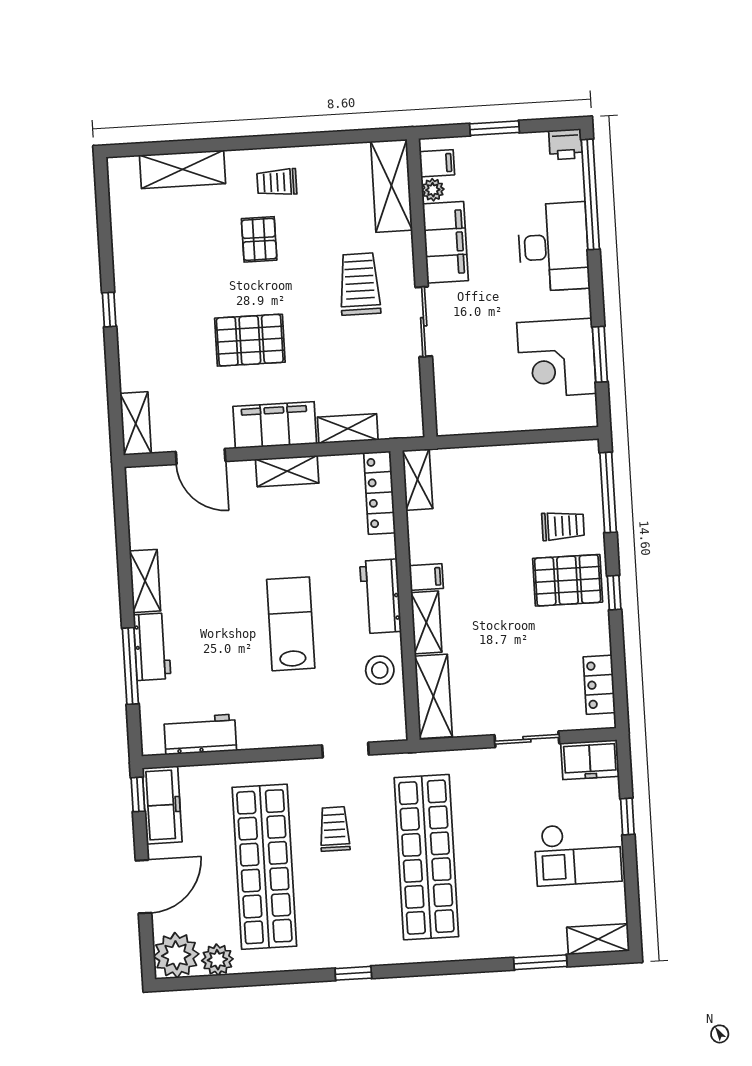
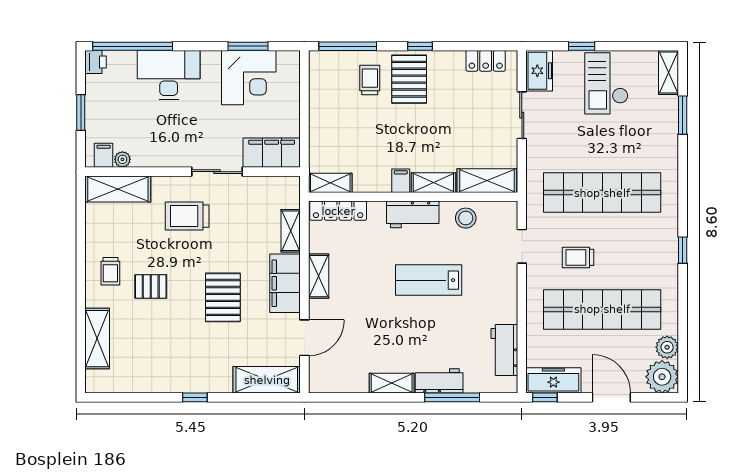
filing cabinet: (445, 242) -> (272, 153), moved
shelving: (136, 423) -> (267, 380), width x1.50, depth x1.33
checkout: (578, 854) -> (606, 83), turned 180

